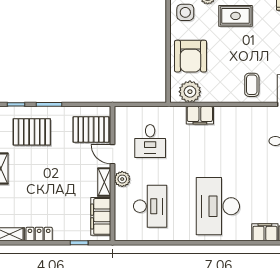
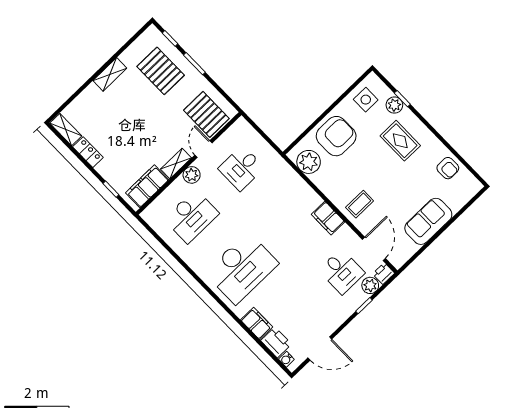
armchair: (191, 56) -> (336, 136), turned 180
filing cabinet: (200, 115) -> (328, 218), moved
desk: (218, 206) -> (242, 268), turned 180

